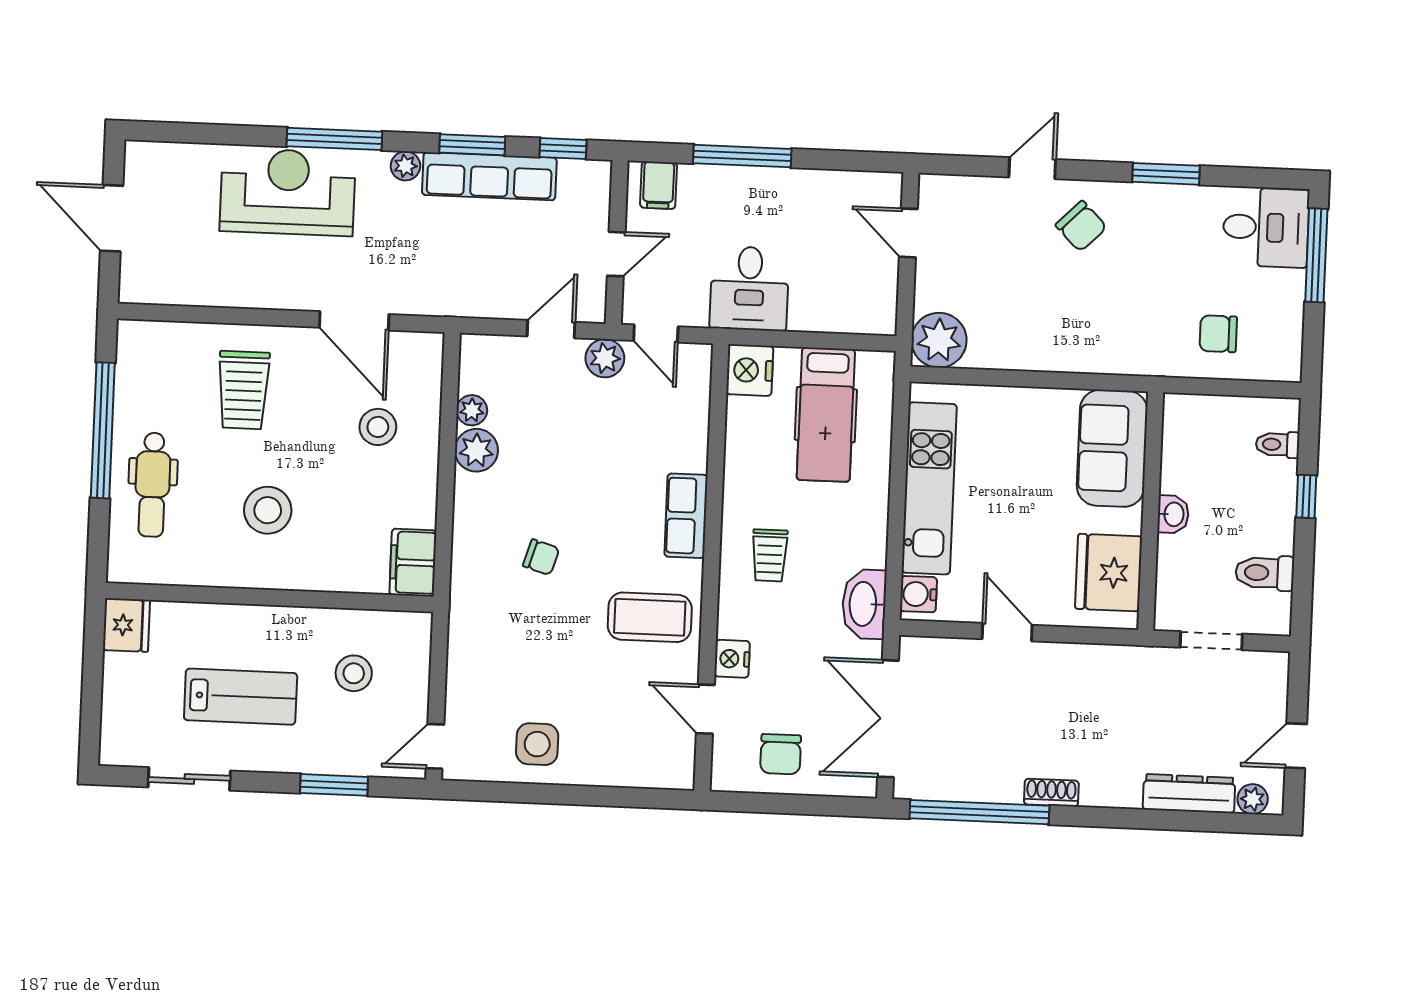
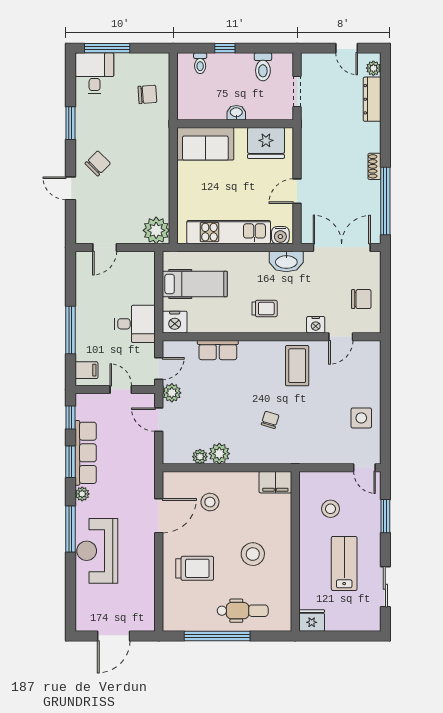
chair: (1218, 334) -> (147, 94), turned -94
row of seats: (686, 516) -> (218, 350), moved
double door: (888, 719) -> (342, 247), swing flipped

